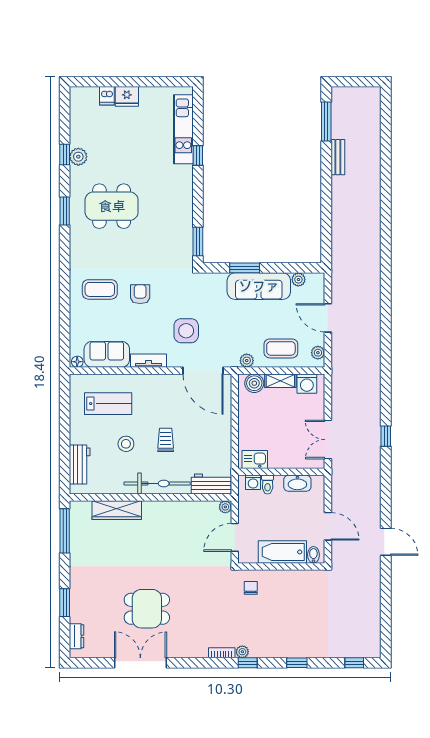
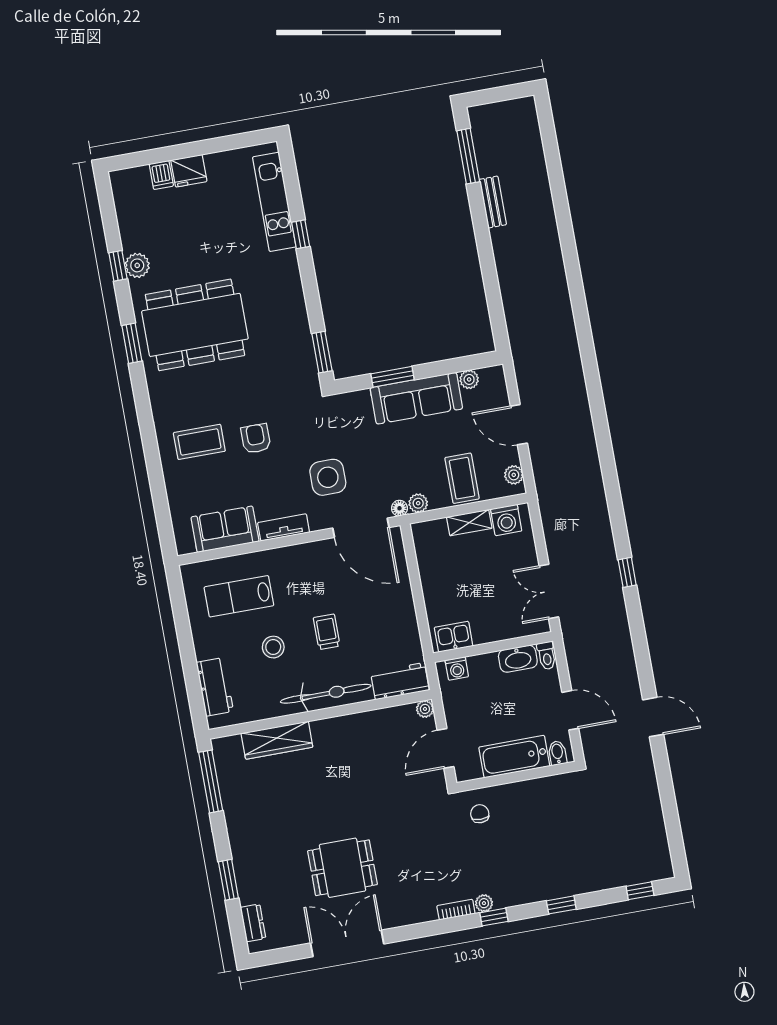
dining table: (112, 206) -> (195, 325), width x1.36, depth x1.24
coffee table: (281, 348) -> (462, 478), turned 90
floor lamp: (77, 362) -> (399, 508), moved
boiler: (254, 383) -> (434, 532), removed
lab bench: (108, 404) -> (239, 596), turned 180
toilet: (268, 485) -> (547, 656), moved

